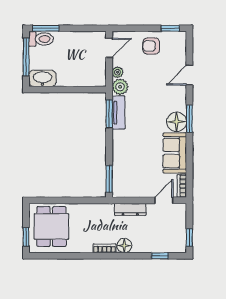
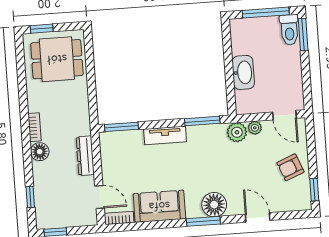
armchair: (151, 46) -> (291, 167), turned -112
washbasin: (42, 78) -> (243, 72), moved
tv unit: (118, 113) -> (165, 135), moved
floor lamp: (177, 122) -> (214, 205), moved

